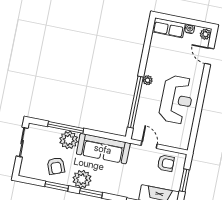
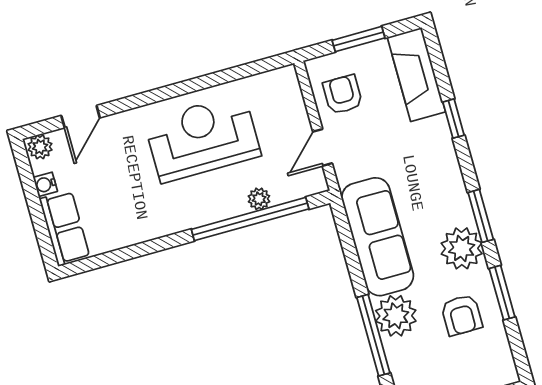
plant: (148, 80) -> (259, 199), moved
armchair: (56, 166) -> (462, 315), turned 111

